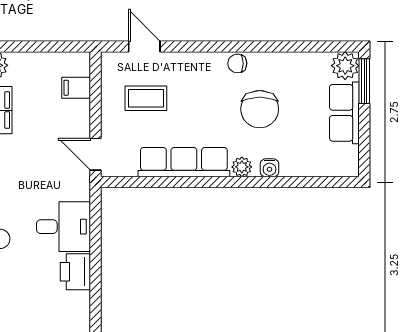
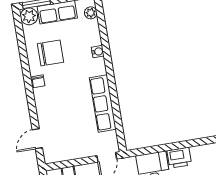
coffee table: (146, 98) -> (68, 133), removed
chair: (260, 109) -> (50, 53), moved
plant: (242, 167) -> (91, 13), moved

